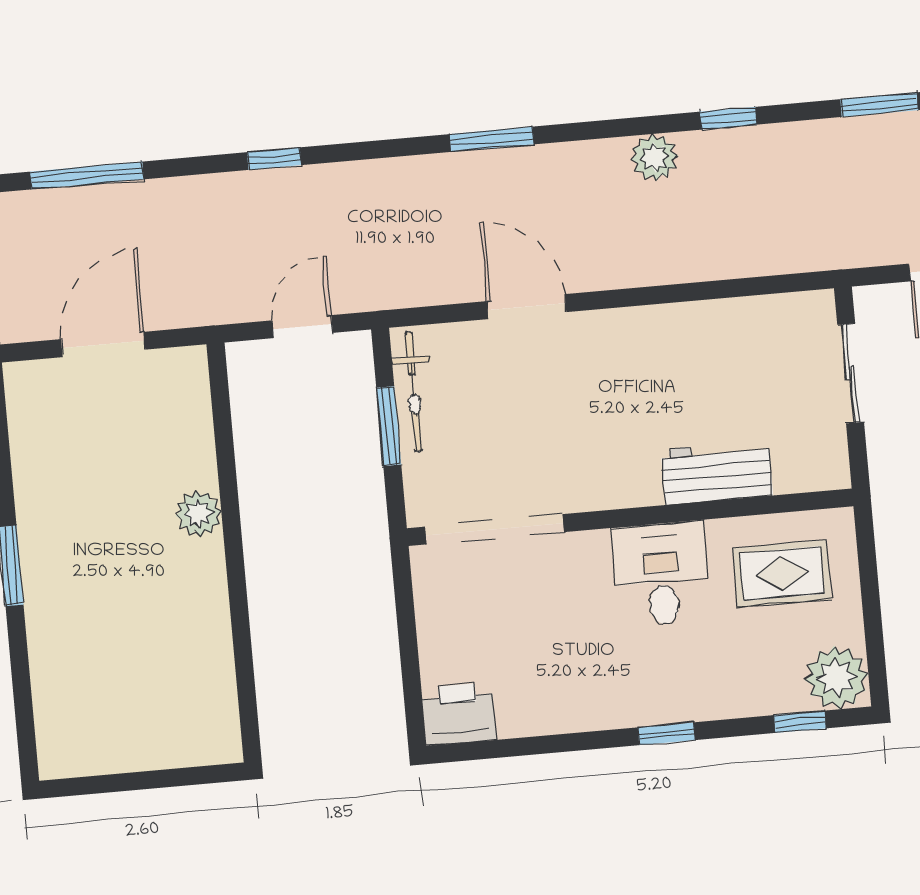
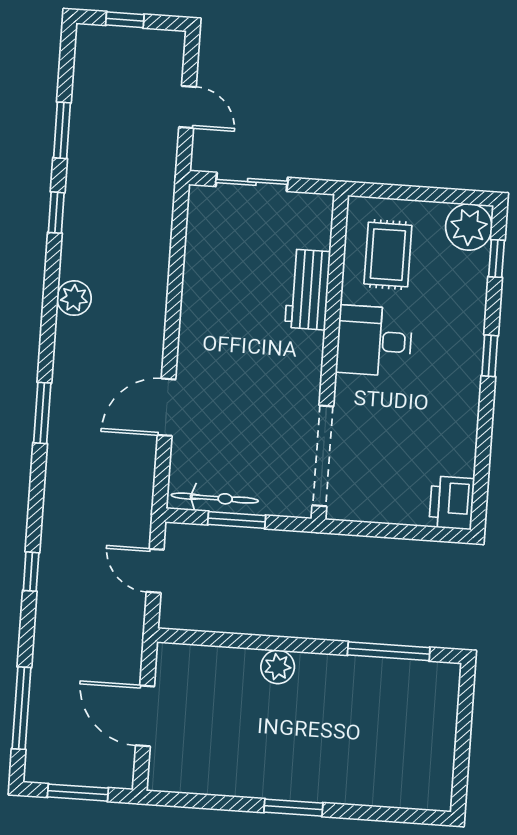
window: (728, 118) -> (56, 213), moved
window: (244, 661) -> (389, 651), added

